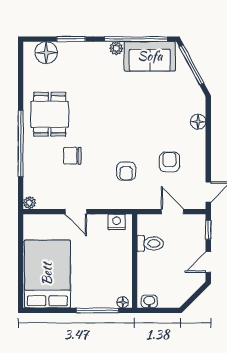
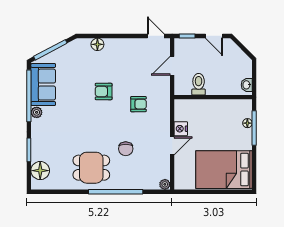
armchair: (169, 162) -> (104, 91), moved
nightstand: (117, 222) -> (181, 129), moved
floor lamp: (123, 302) -> (247, 123), moved

